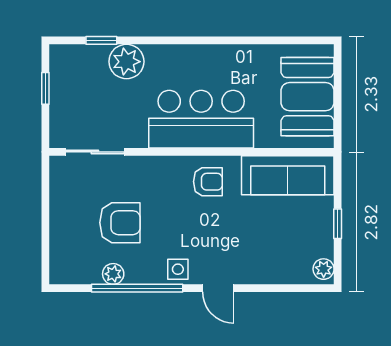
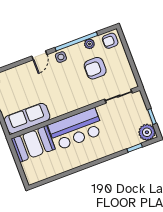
plant: (126, 62) -> (147, 132), moved
booth: (308, 97) -> (33, 144), moved, turned 90
armchair: (208, 182) -> (110, 41), moved
door: (218, 288) -> (39, 55), swing flipped

